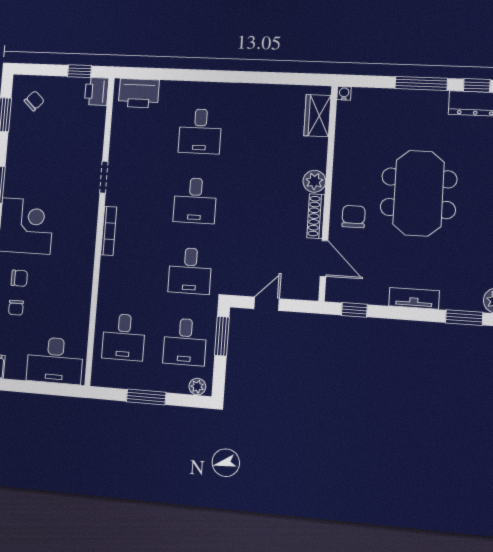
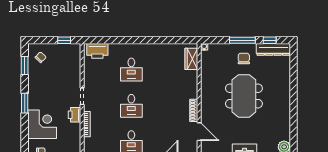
printer: (97, 91) -> (74, 115), moved
plant: (314, 181) -> (192, 93), removed
chair: (354, 217) -> (244, 58), moved

